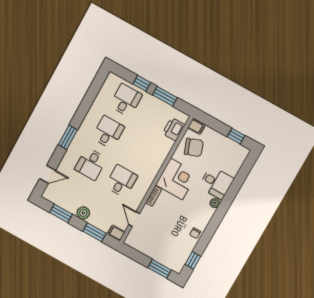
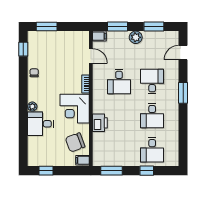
window: (165, 96) -> (111, 171), moved
printer: (174, 129) -> (100, 123), moved

